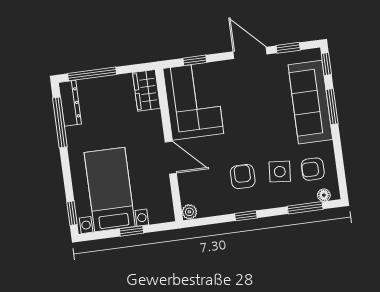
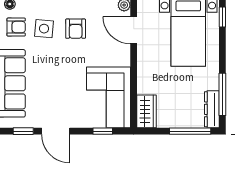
door: (171, 158) -> (134, 30), moved

